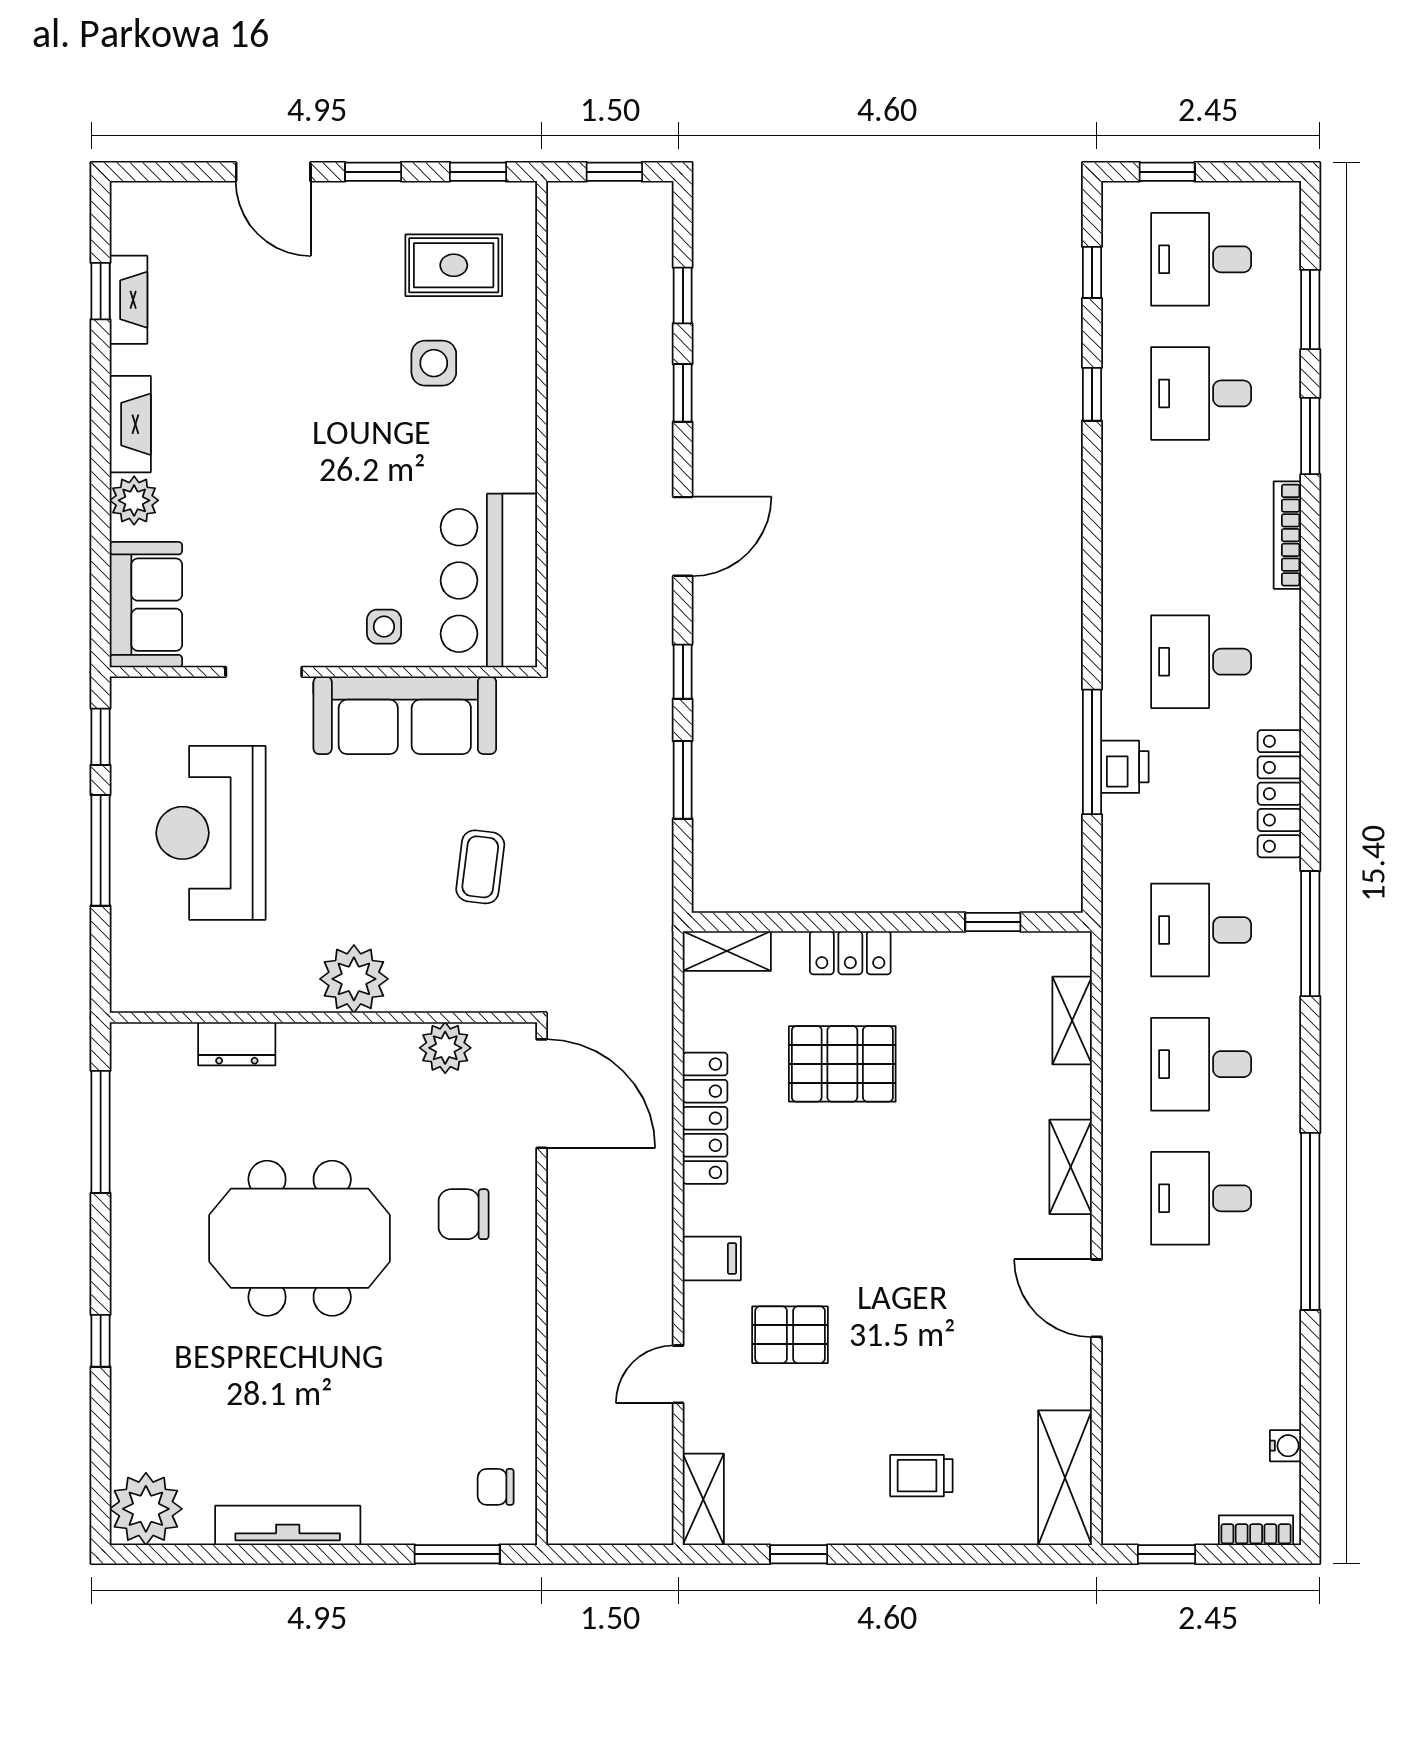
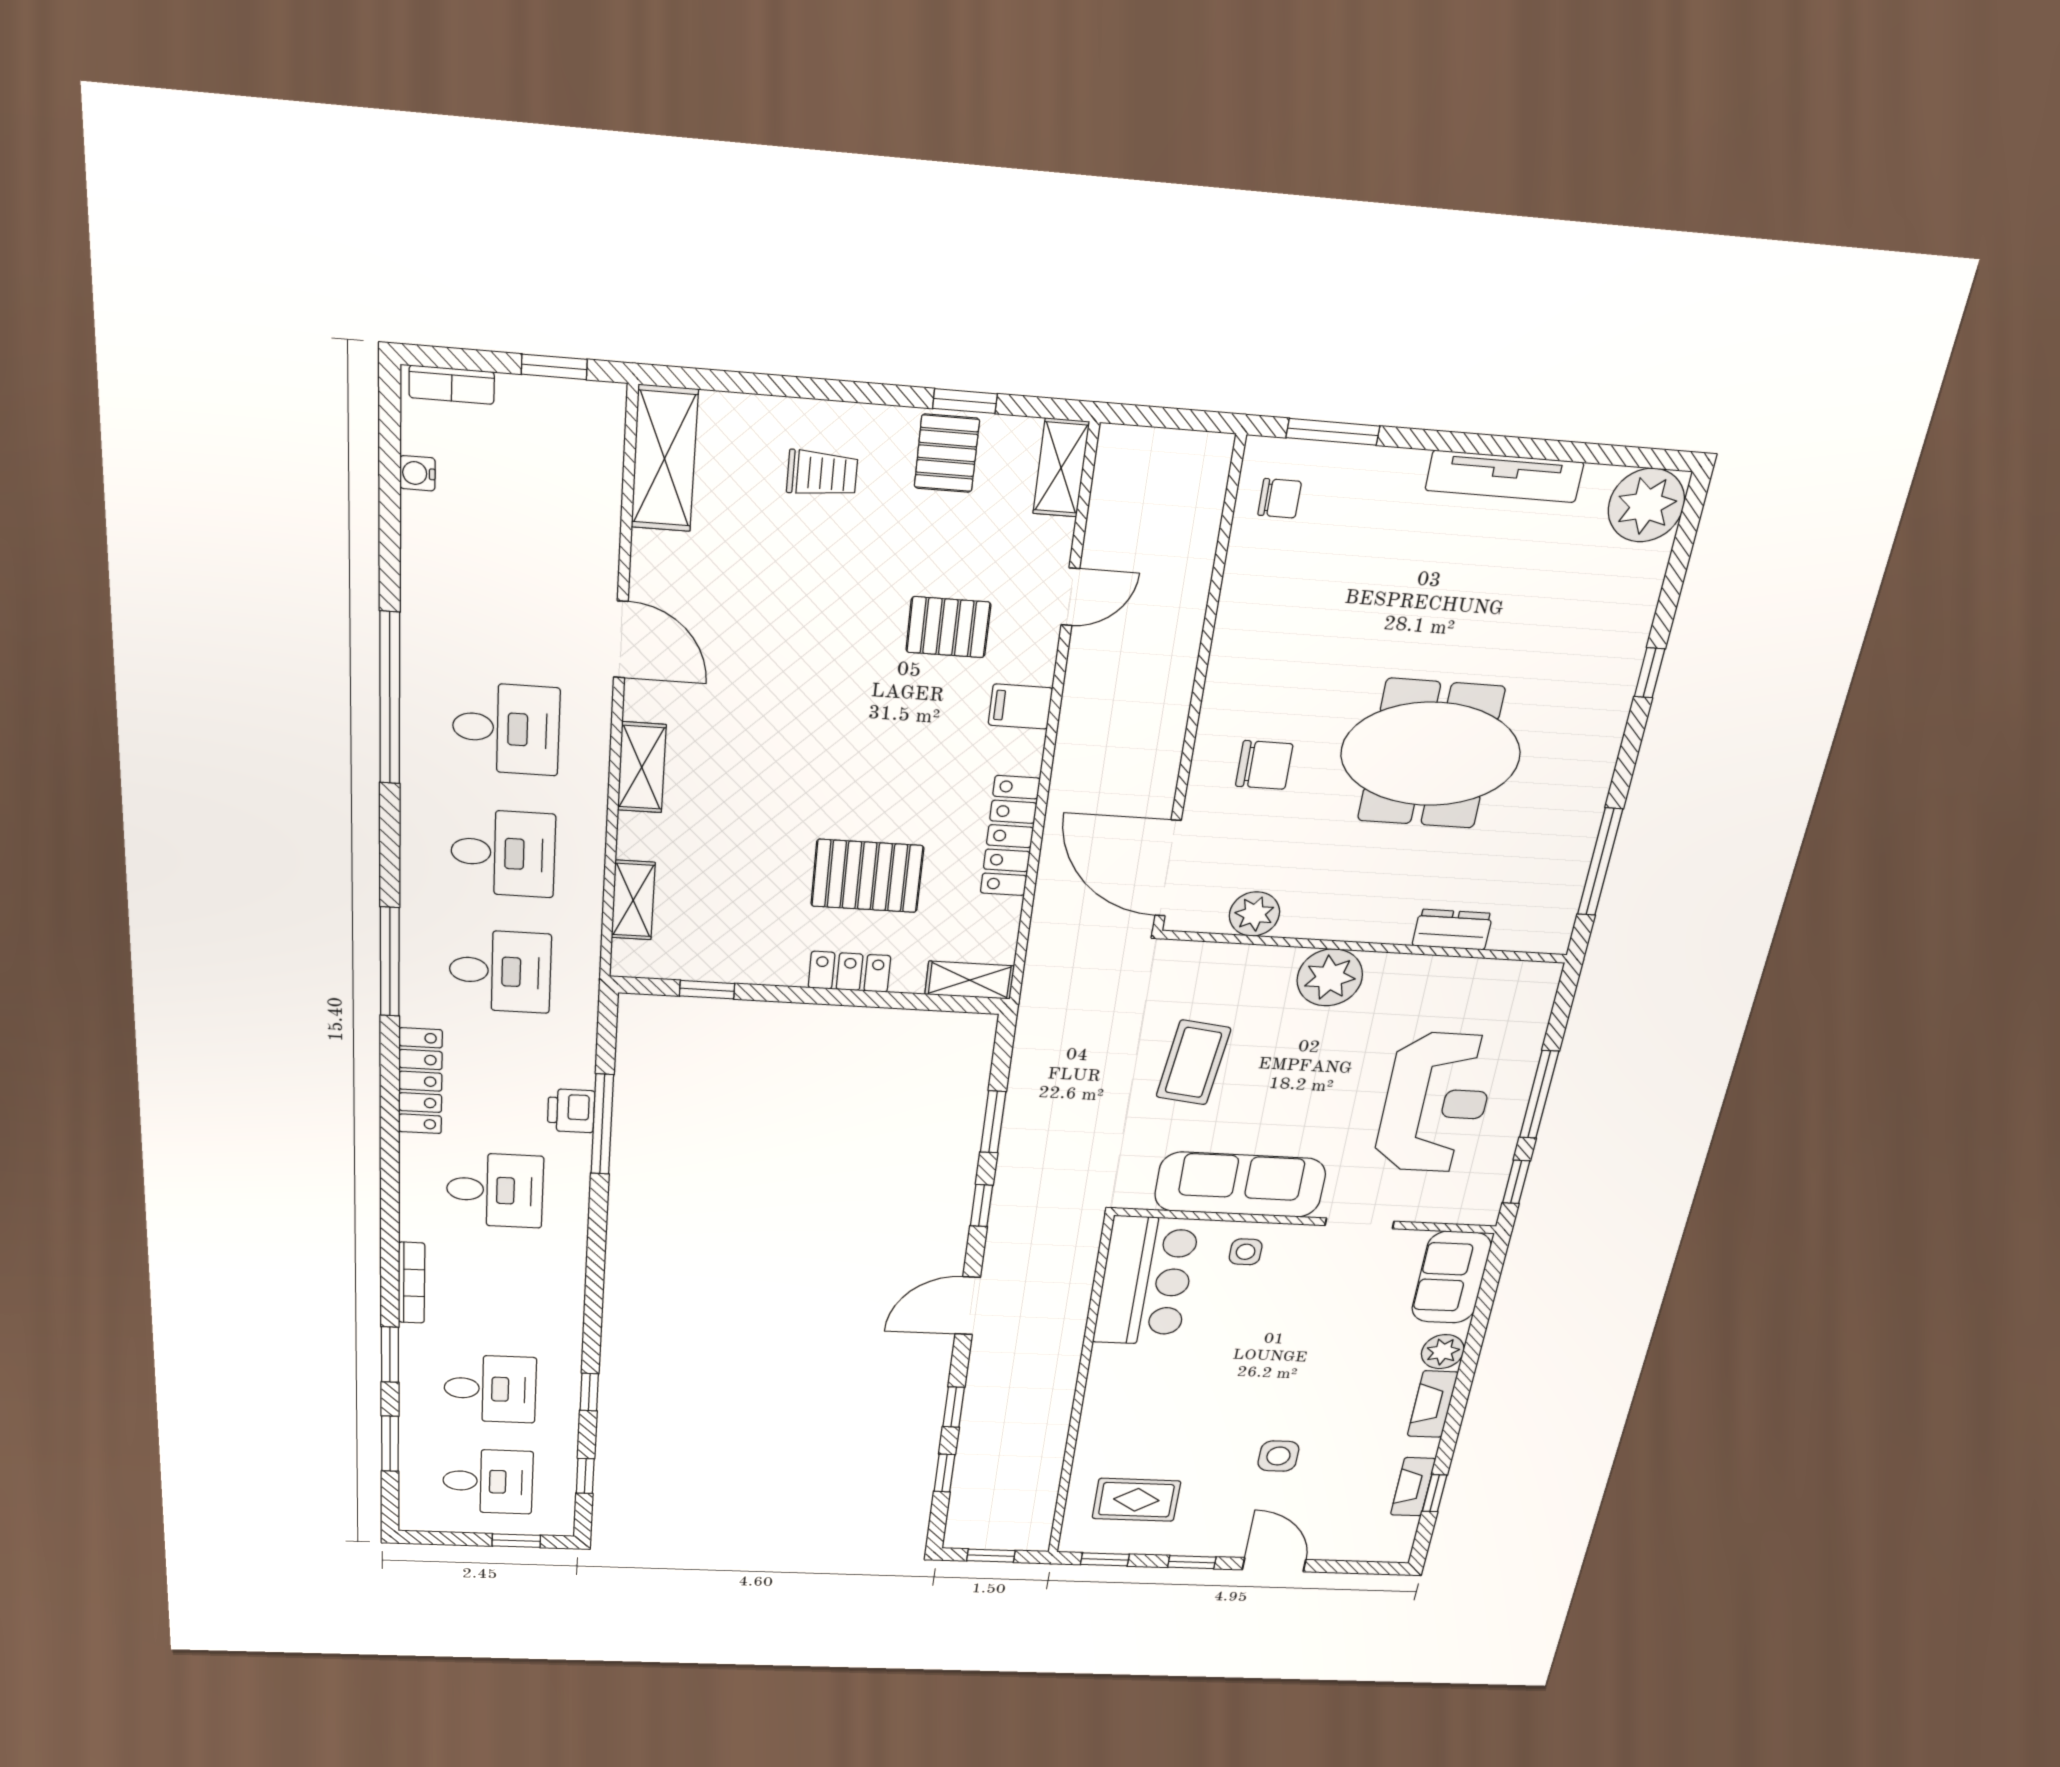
side table: (434, 363) -> (1278, 1456), moved
coffee table: (480, 867) -> (1193, 1063), width x1.36, depth x1.30
pallet: (810, 1504) -> (947, 453), added

